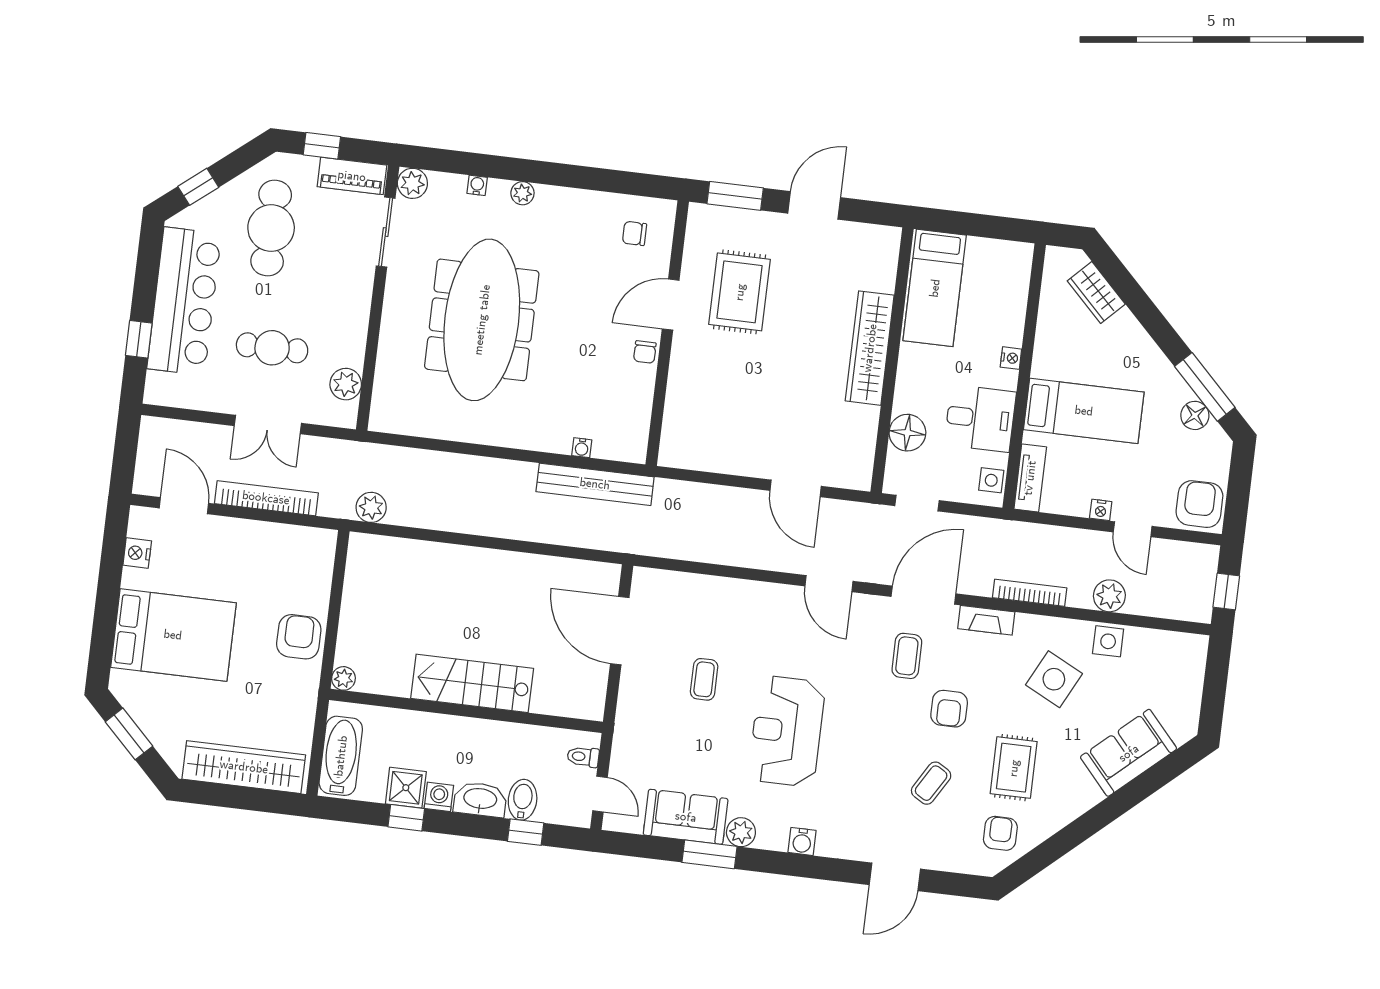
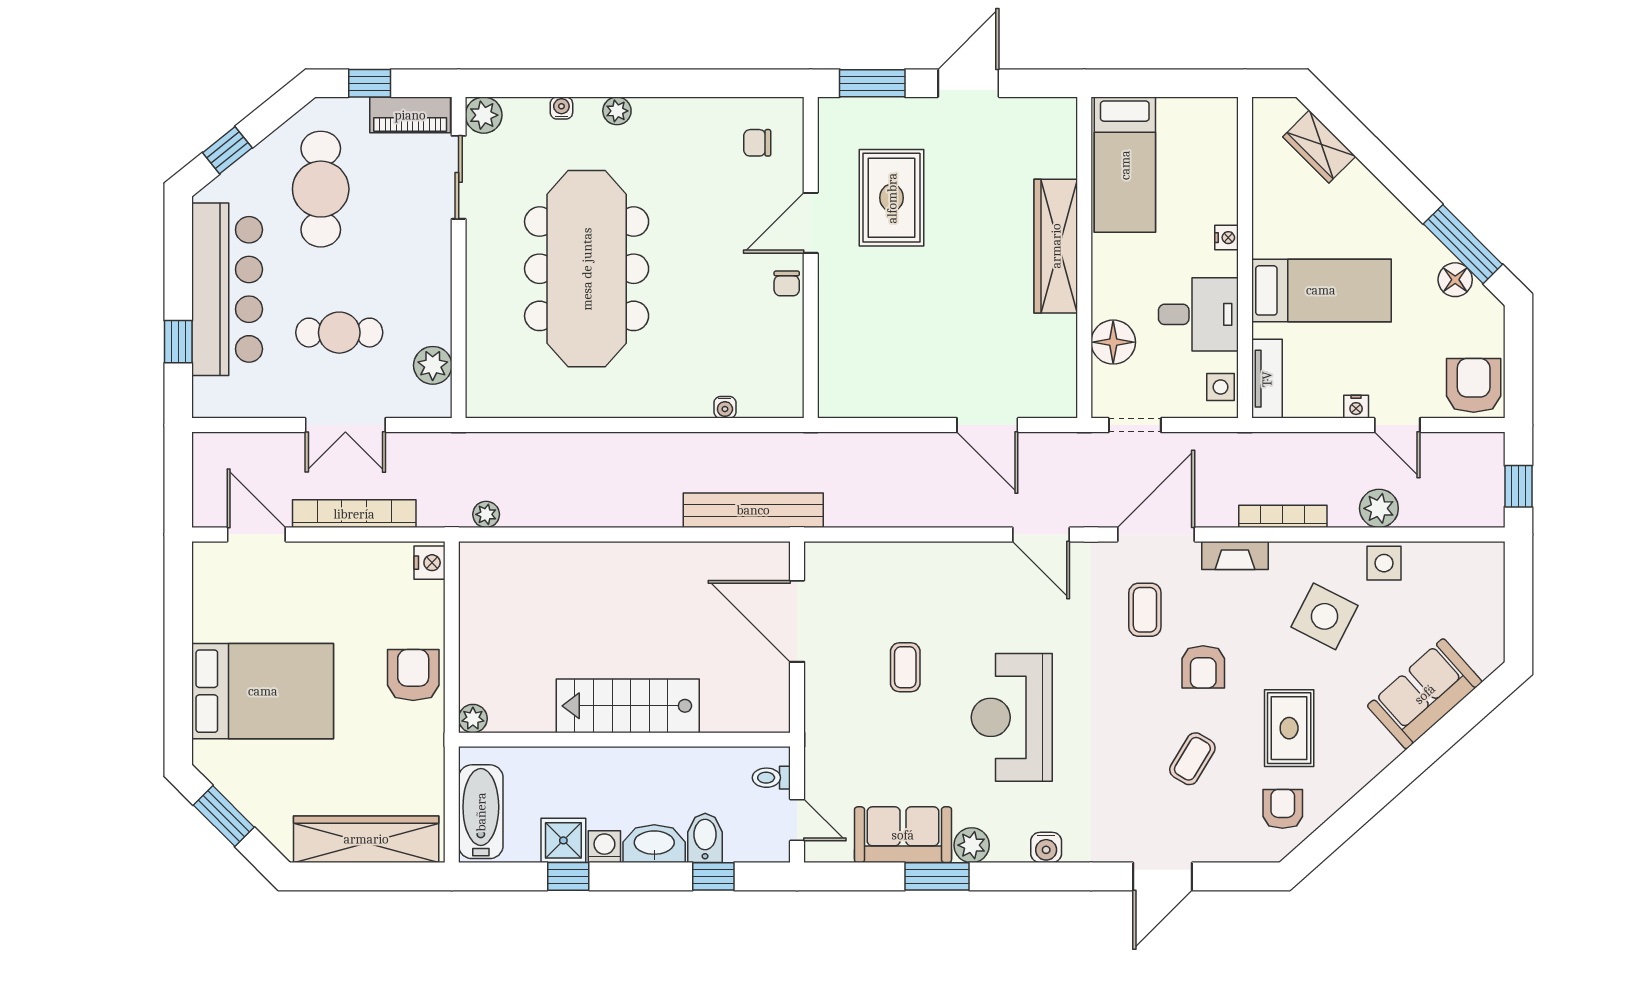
bench: (595, 484) -> (753, 510), moved
plant: (371, 507) -> (486, 514), width x0.73, depth x0.73
nightstand: (137, 553) -> (430, 563), moved, turned 180

